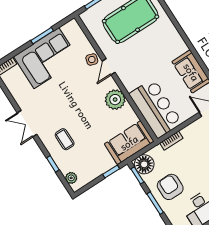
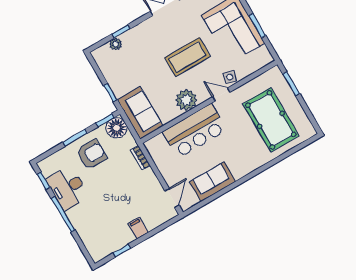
bar counter: (156, 108) -> (195, 131), moved
coffee table: (65, 139) -> (187, 57), moved, width x1.86, depth x1.72
plant: (71, 178) -> (116, 44), moved

